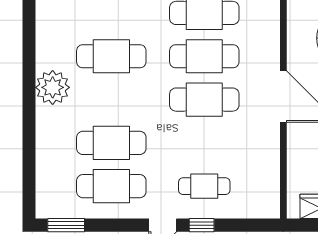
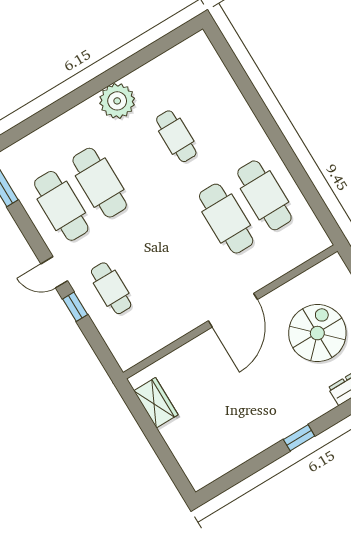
cafe table: (111, 56) -> (176, 136), width x0.73, depth x0.74
cafe table: (204, 100) -> (188, 242), removed

